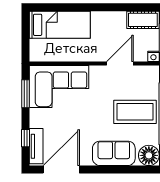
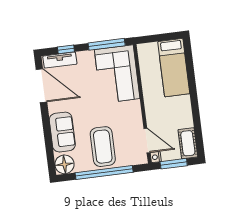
door: (120, 64) -> (147, 141), moved
window: (26, 94) -> (107, 44), width x1.44

